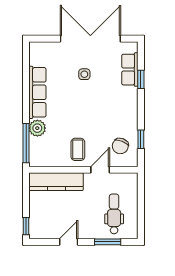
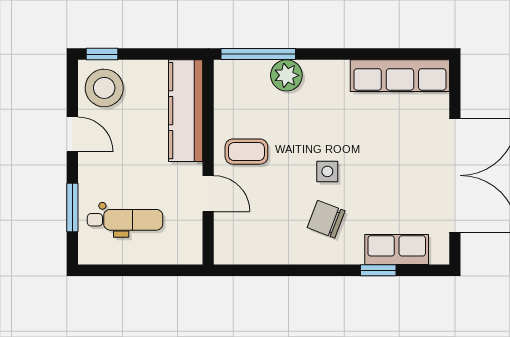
side table: (84, 74) -> (327, 171), moved
row of seats: (37, 92) -> (400, 76), moved
window: (141, 139) -> (266, 270), removed
chair: (120, 146) -> (326, 219), moved
stool: (44, 225) -> (104, 88), added

